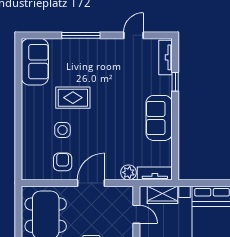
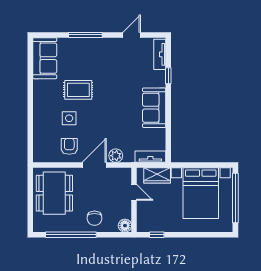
plant: (129, 172) -> (116, 156), moved

